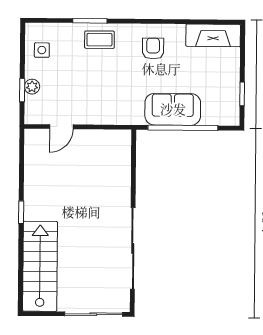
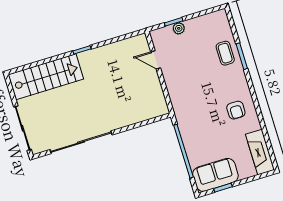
coffee table: (99, 40) -> (225, 53), moved
armchair: (153, 48) -> (236, 110), turned 90
side table: (42, 50) -> (208, 27), removed
sofa: (173, 109) -> (215, 175), moved, turned -90

